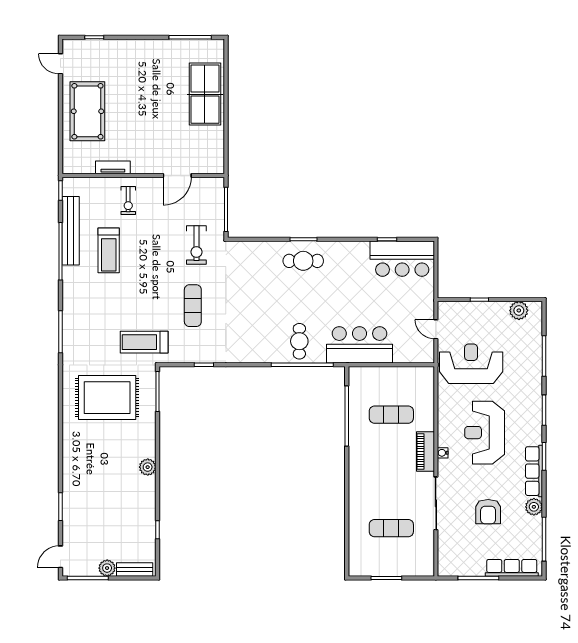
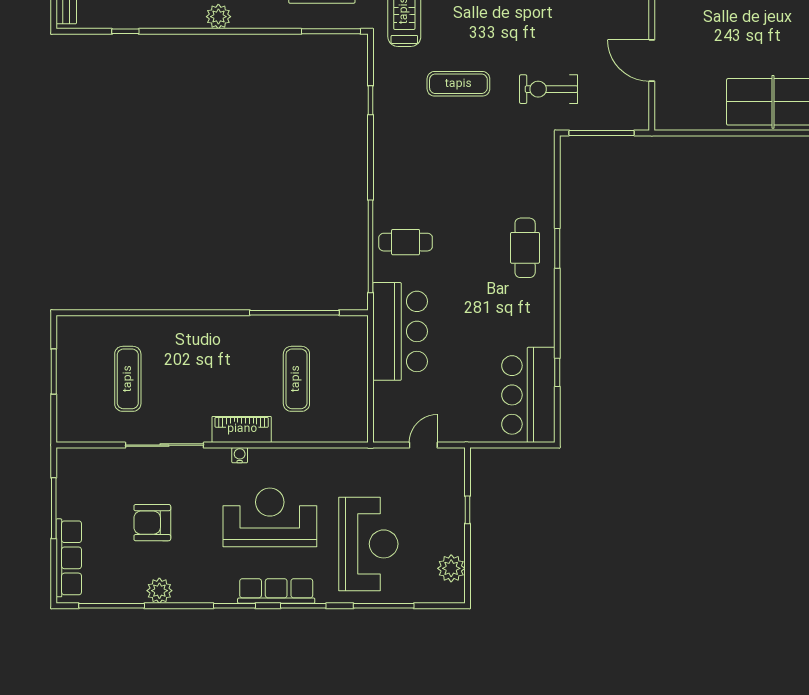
reception desk: (471, 364) -> (368, 544), moved
row of seats: (534, 471) -> (276, 591), moved

